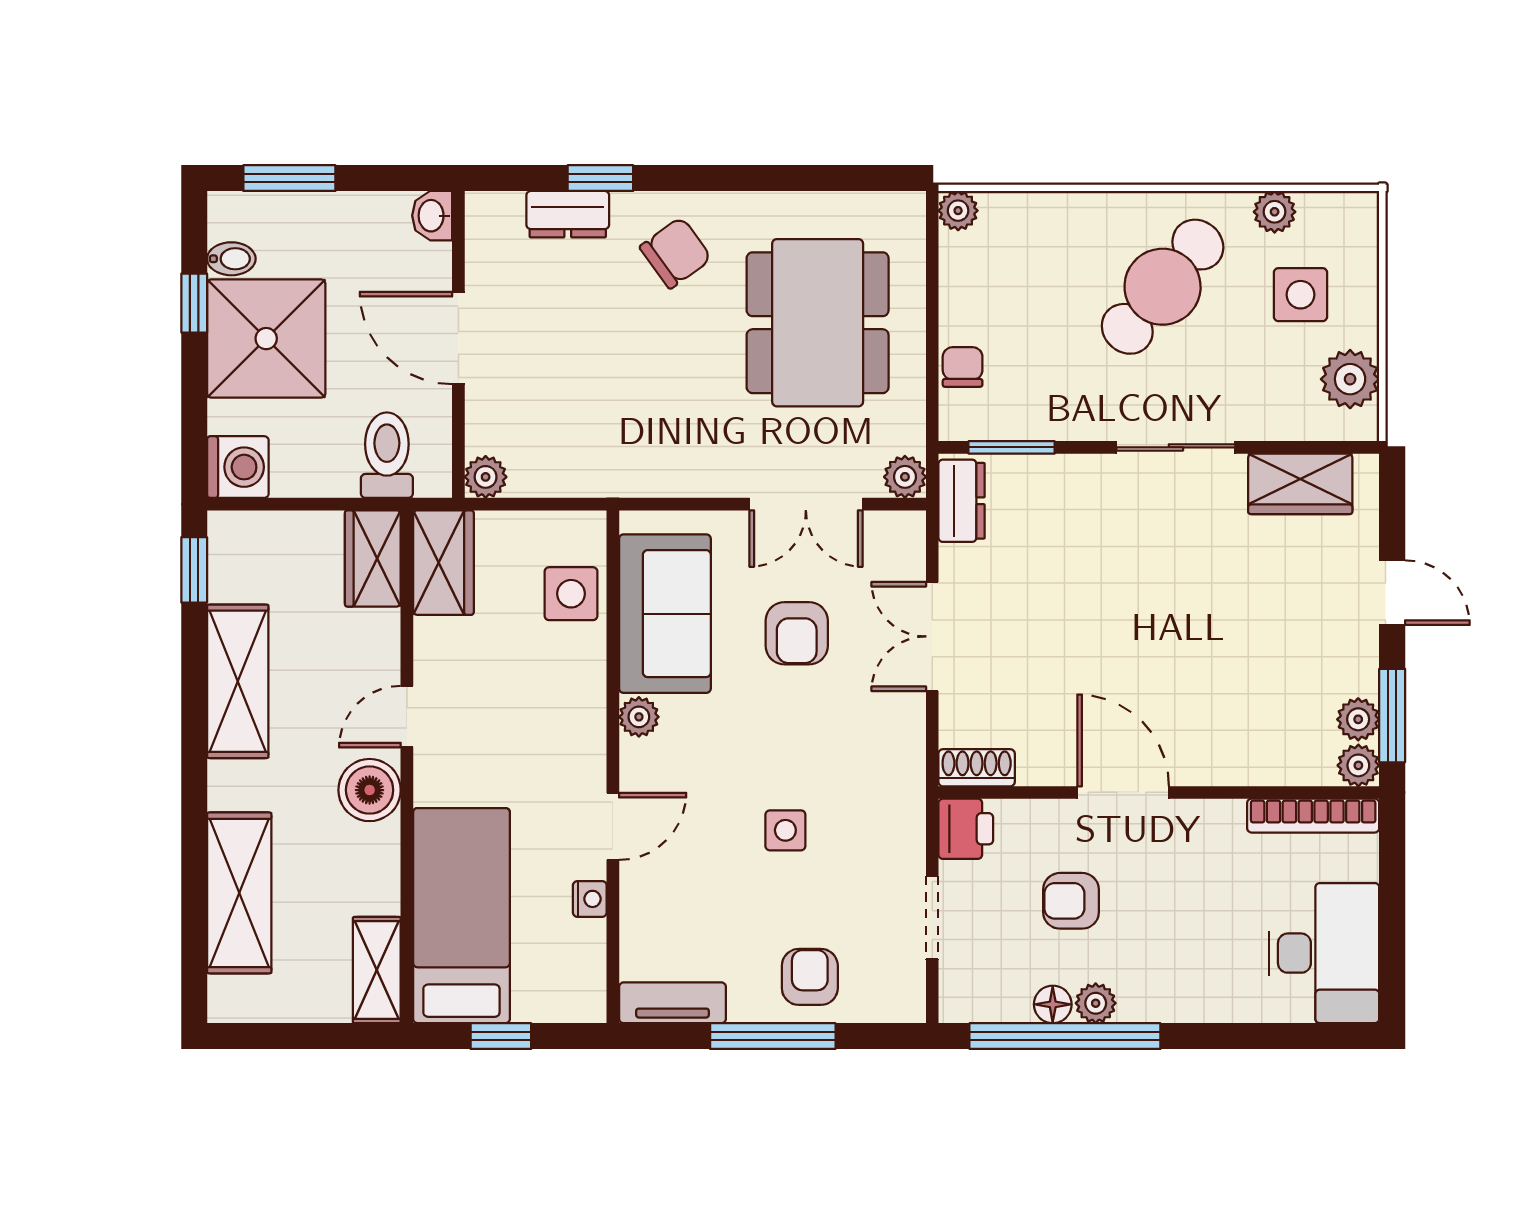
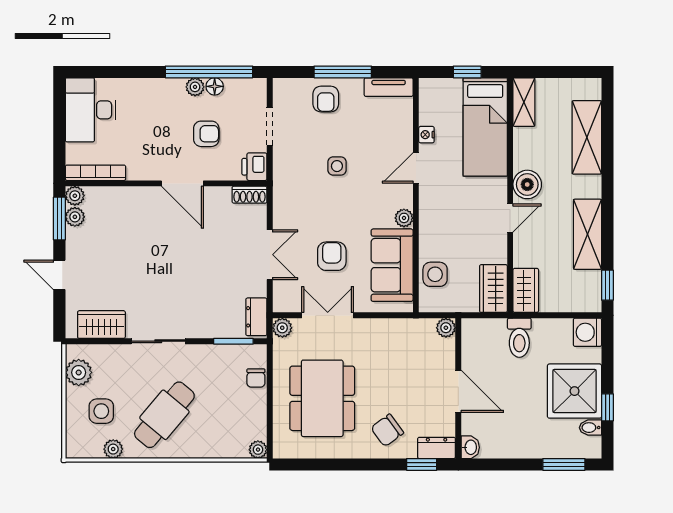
washbasin: (432, 216) -> (470, 447), moved
door: (458, 338) -> (458, 391), moved
wall: (458, 344) -> (458, 388), moved
plant: (486, 477) -> (446, 328), moved

